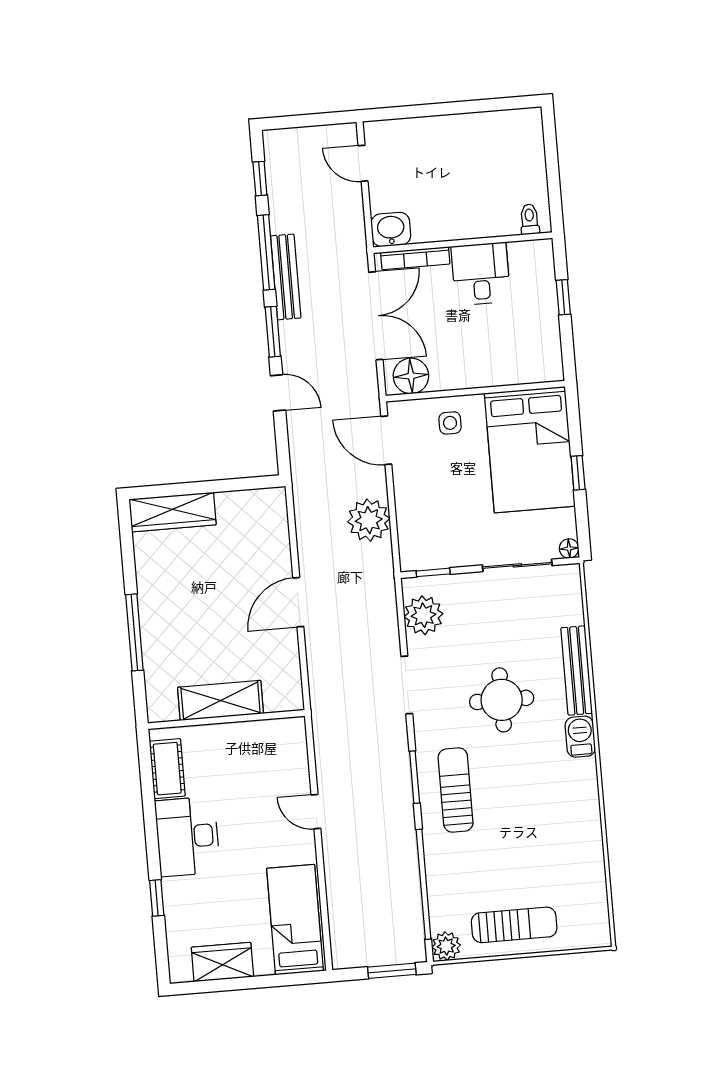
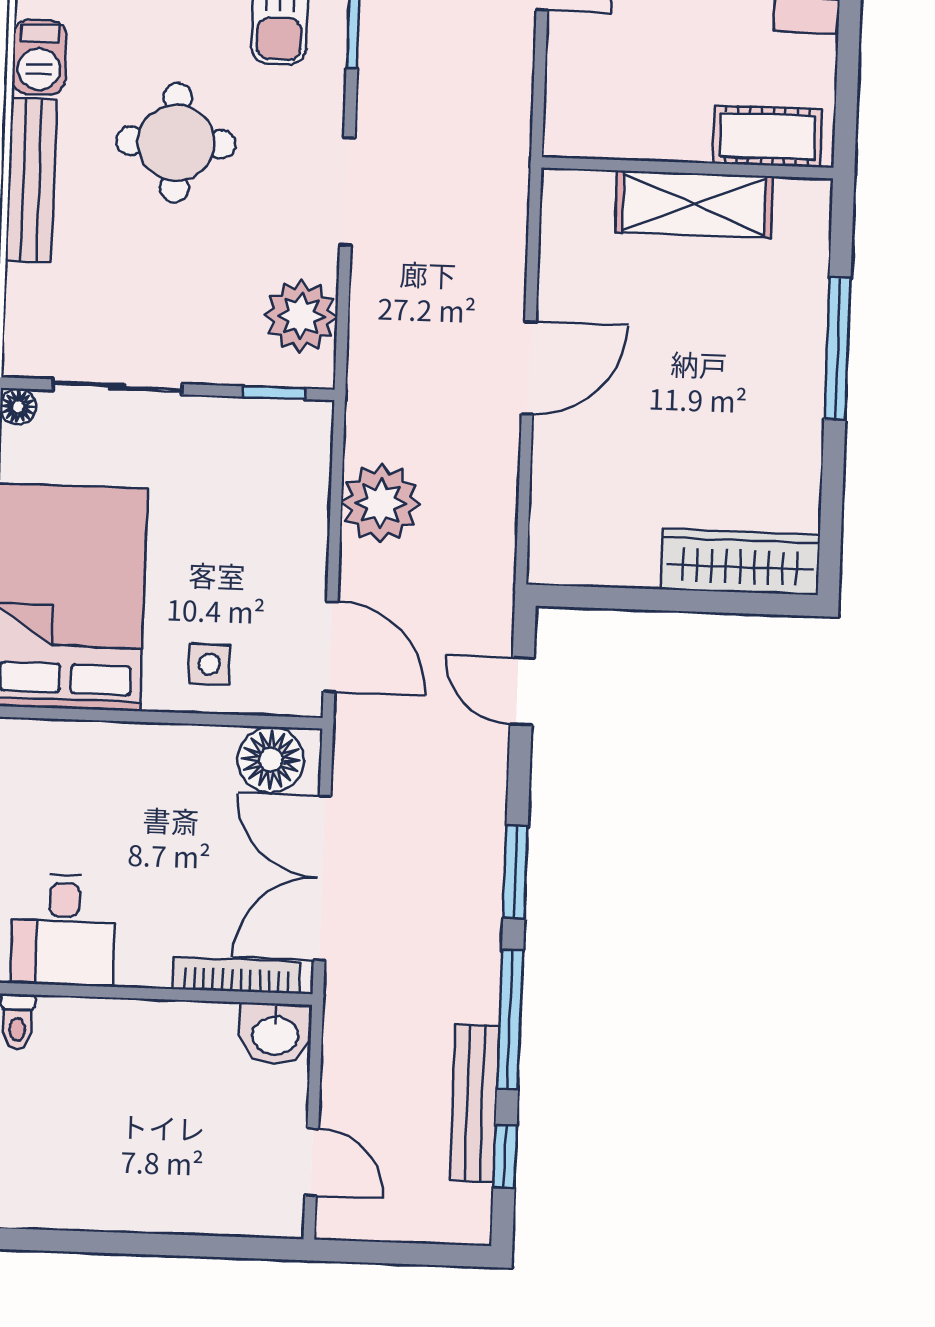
desk: (481, 274) -> (64, 930), moved
bench: (286, 277) -> (475, 1103), moved
door: (278, 393) -> (522, 691), moved
cot: (167, 769) -> (767, 136), moved, turned 90

